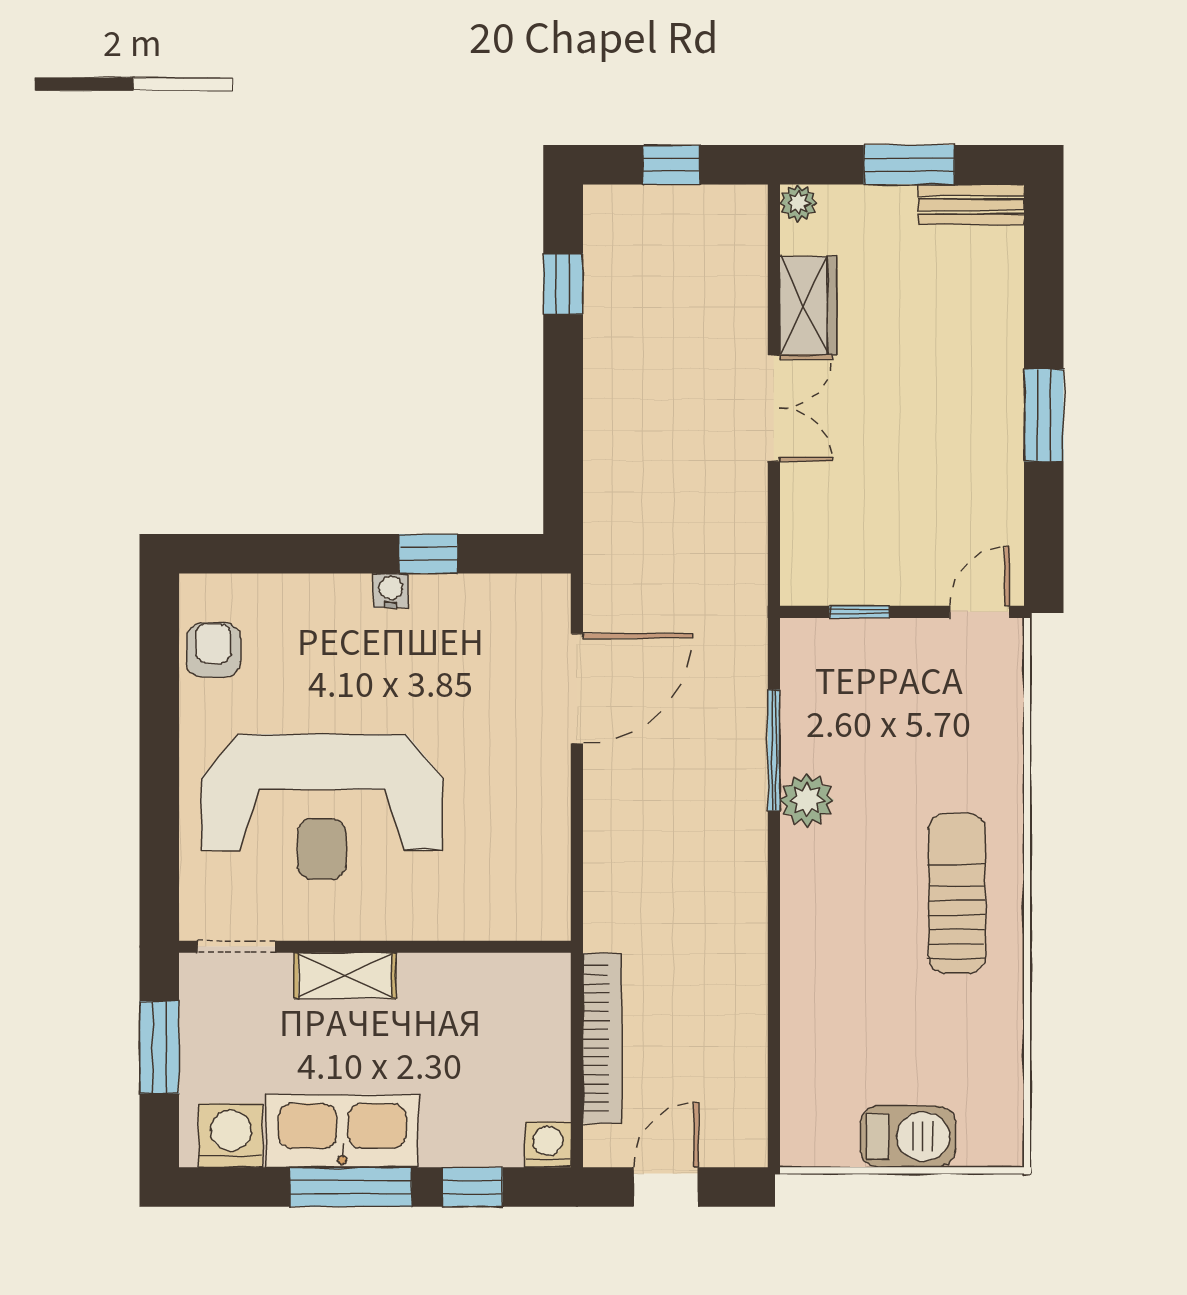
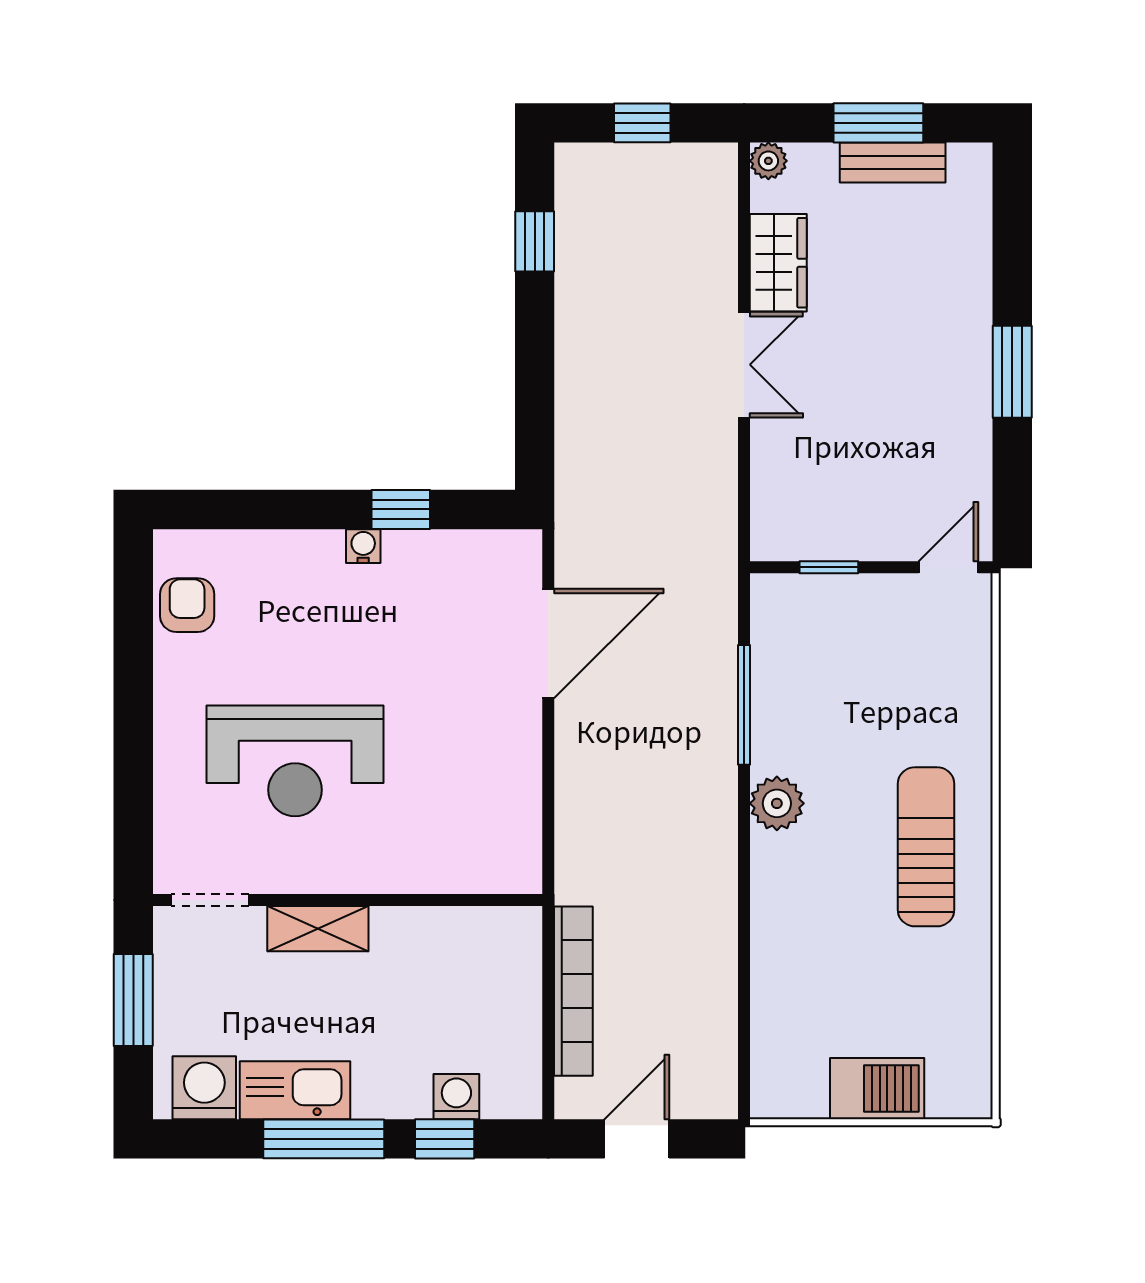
bench: (971, 205) -> (893, 163), moved
plant: (807, 800) -> (777, 803), moved
reception desk: (322, 807) -> (295, 761), width x0.74, depth x0.77
kitchen sink: (342, 1131) -> (295, 1090), width x0.73, depth x0.81
washing machine: (548, 1144) -> (456, 1097), moved

